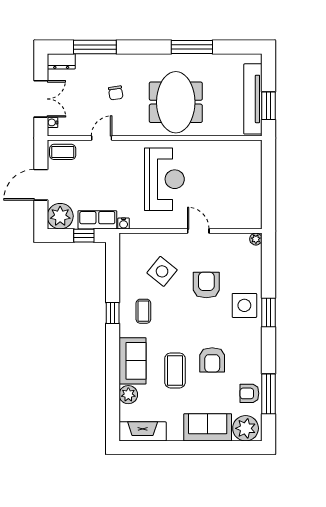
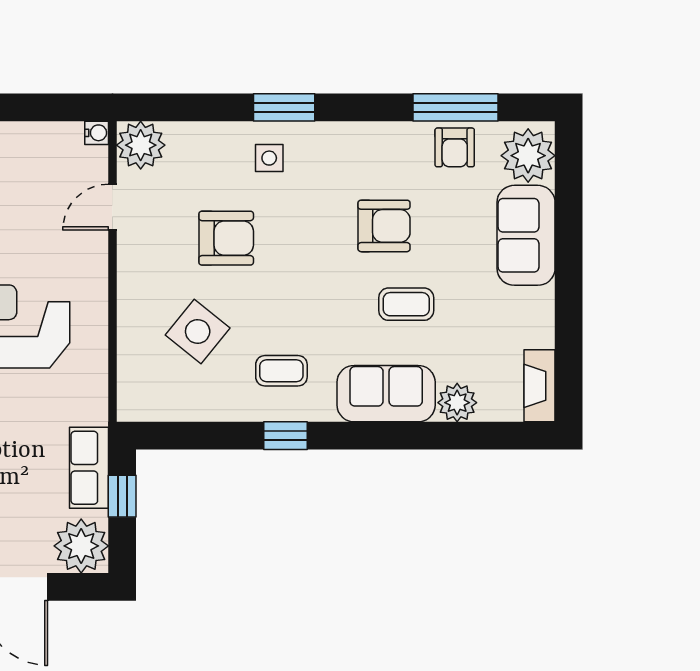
water cooler: (124, 223) -> (97, 133), moved
door: (198, 231) -> (112, 207), moved
plant: (256, 239) -> (141, 145), width x1.88, depth x1.88
armchair: (206, 285) -> (226, 238), turned 180
side table: (244, 305) -> (269, 158), width x0.54, depth x0.54
coffee table: (175, 370) -> (406, 304), width x0.73, depth x0.77
fireplace: (143, 431) -> (540, 386), width x0.73, depth x0.76

